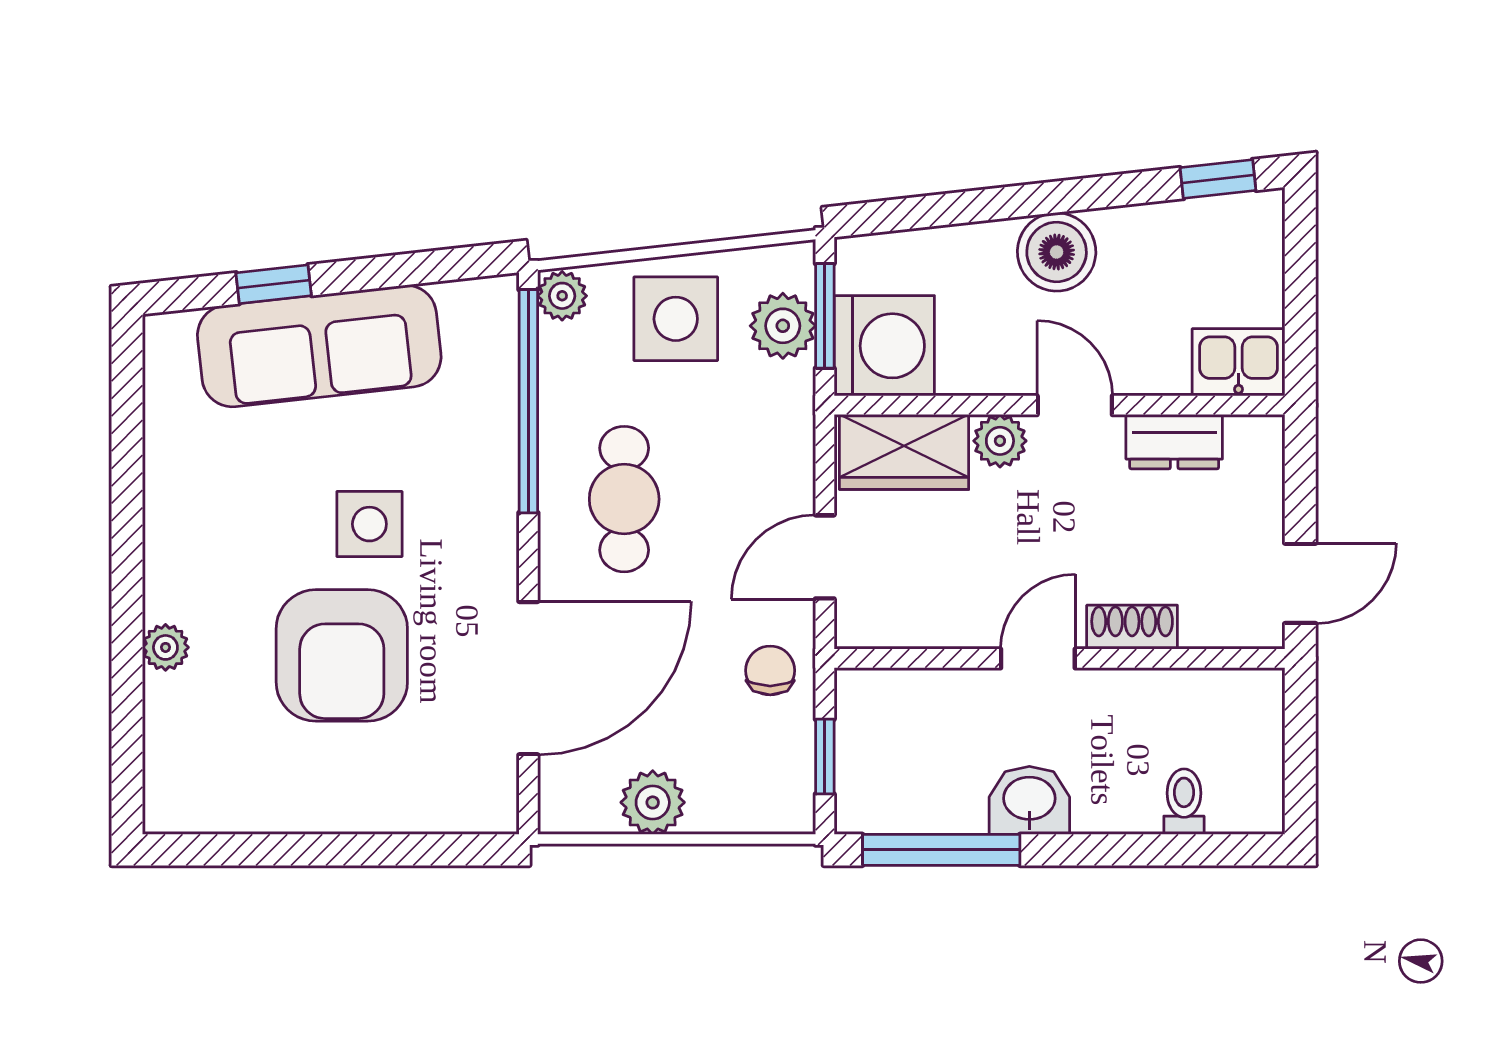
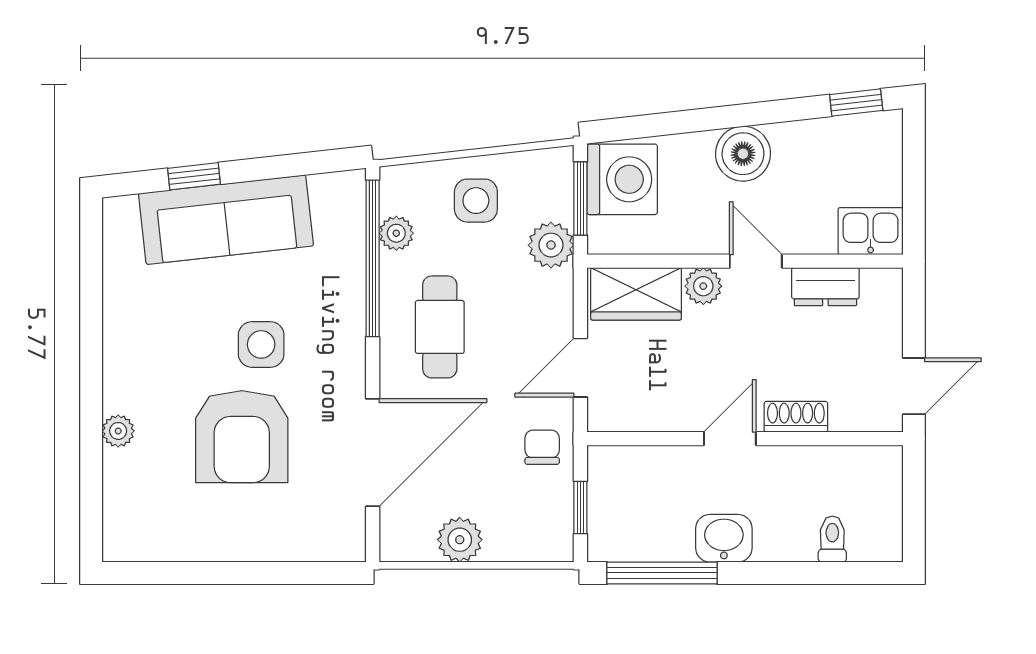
plant: (562, 296) -> (396, 233), moved
side table: (676, 319) -> (476, 201), width x0.73, depth x0.73
plant: (783, 326) -> (551, 245), moved
washing machine: (884, 346) -> (622, 179), moved

